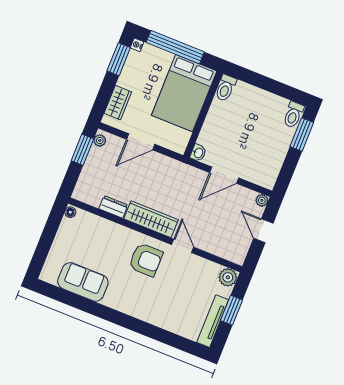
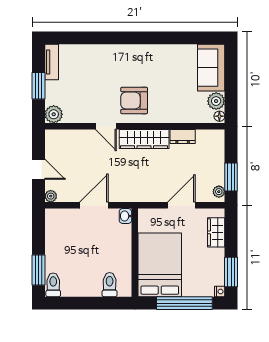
toilet: (226, 88) -> (110, 285), moved
plant: (68, 228) -> (216, 101), added
sofa: (83, 282) -> (211, 68), moved, turned 90
tv unit: (213, 321) -> (52, 62), width x0.71

